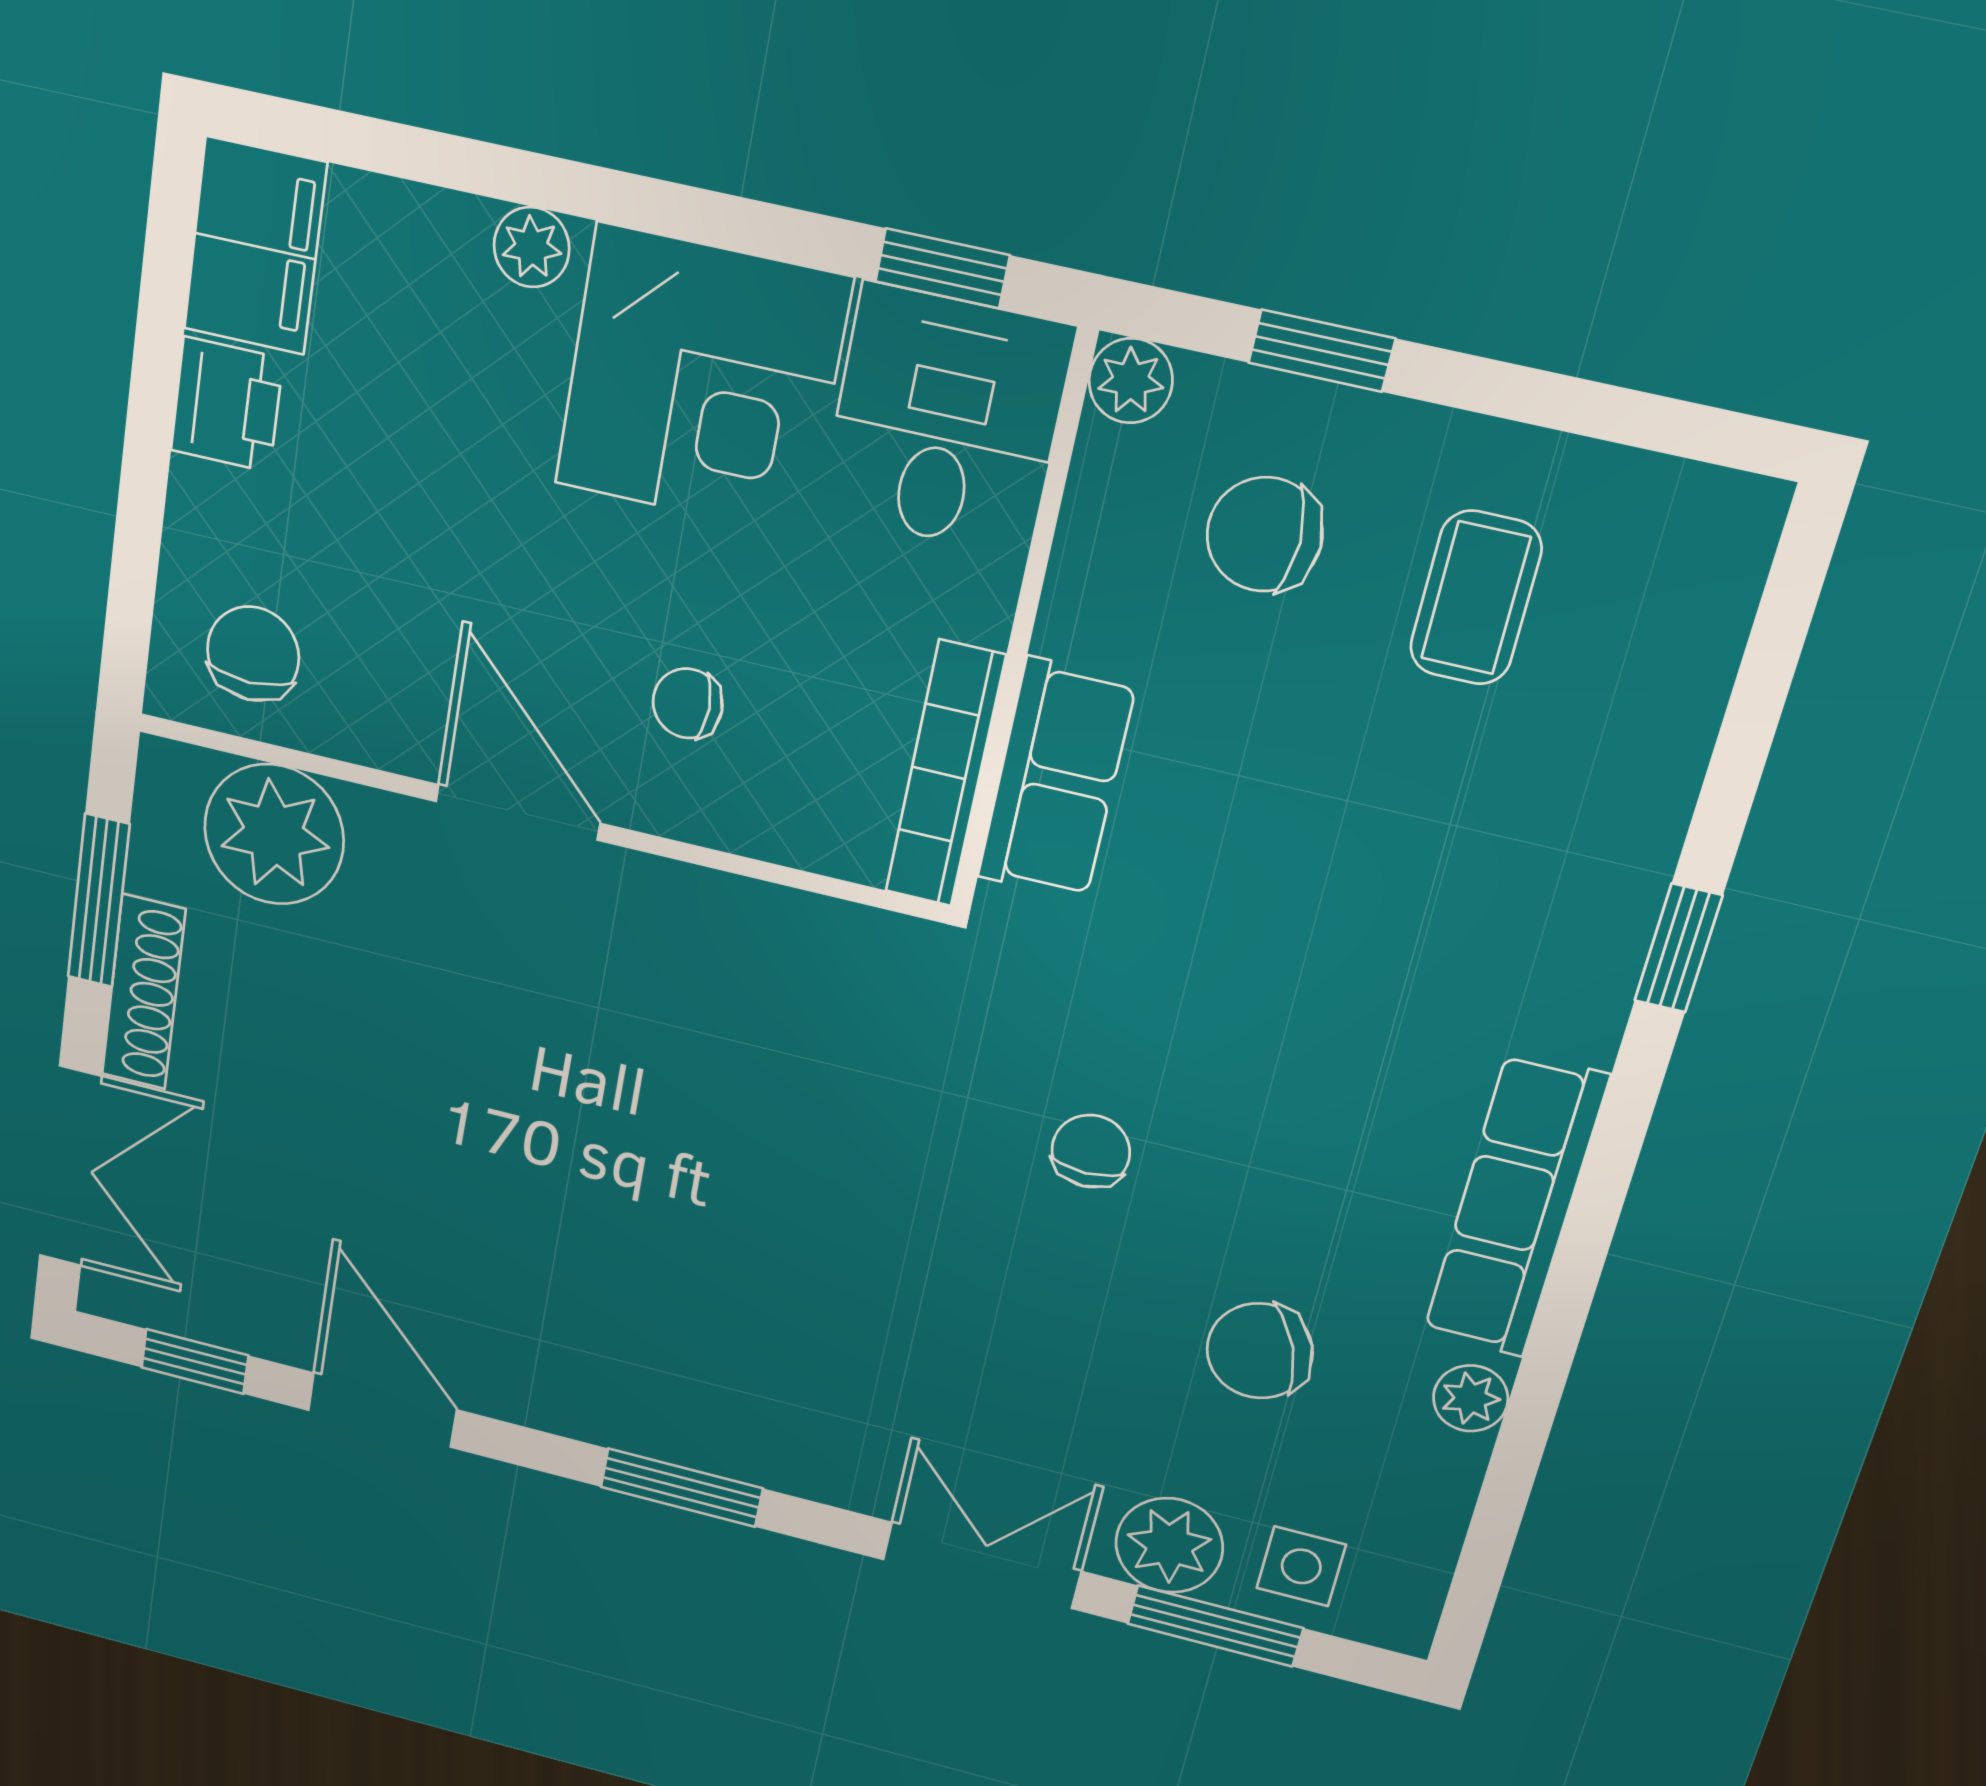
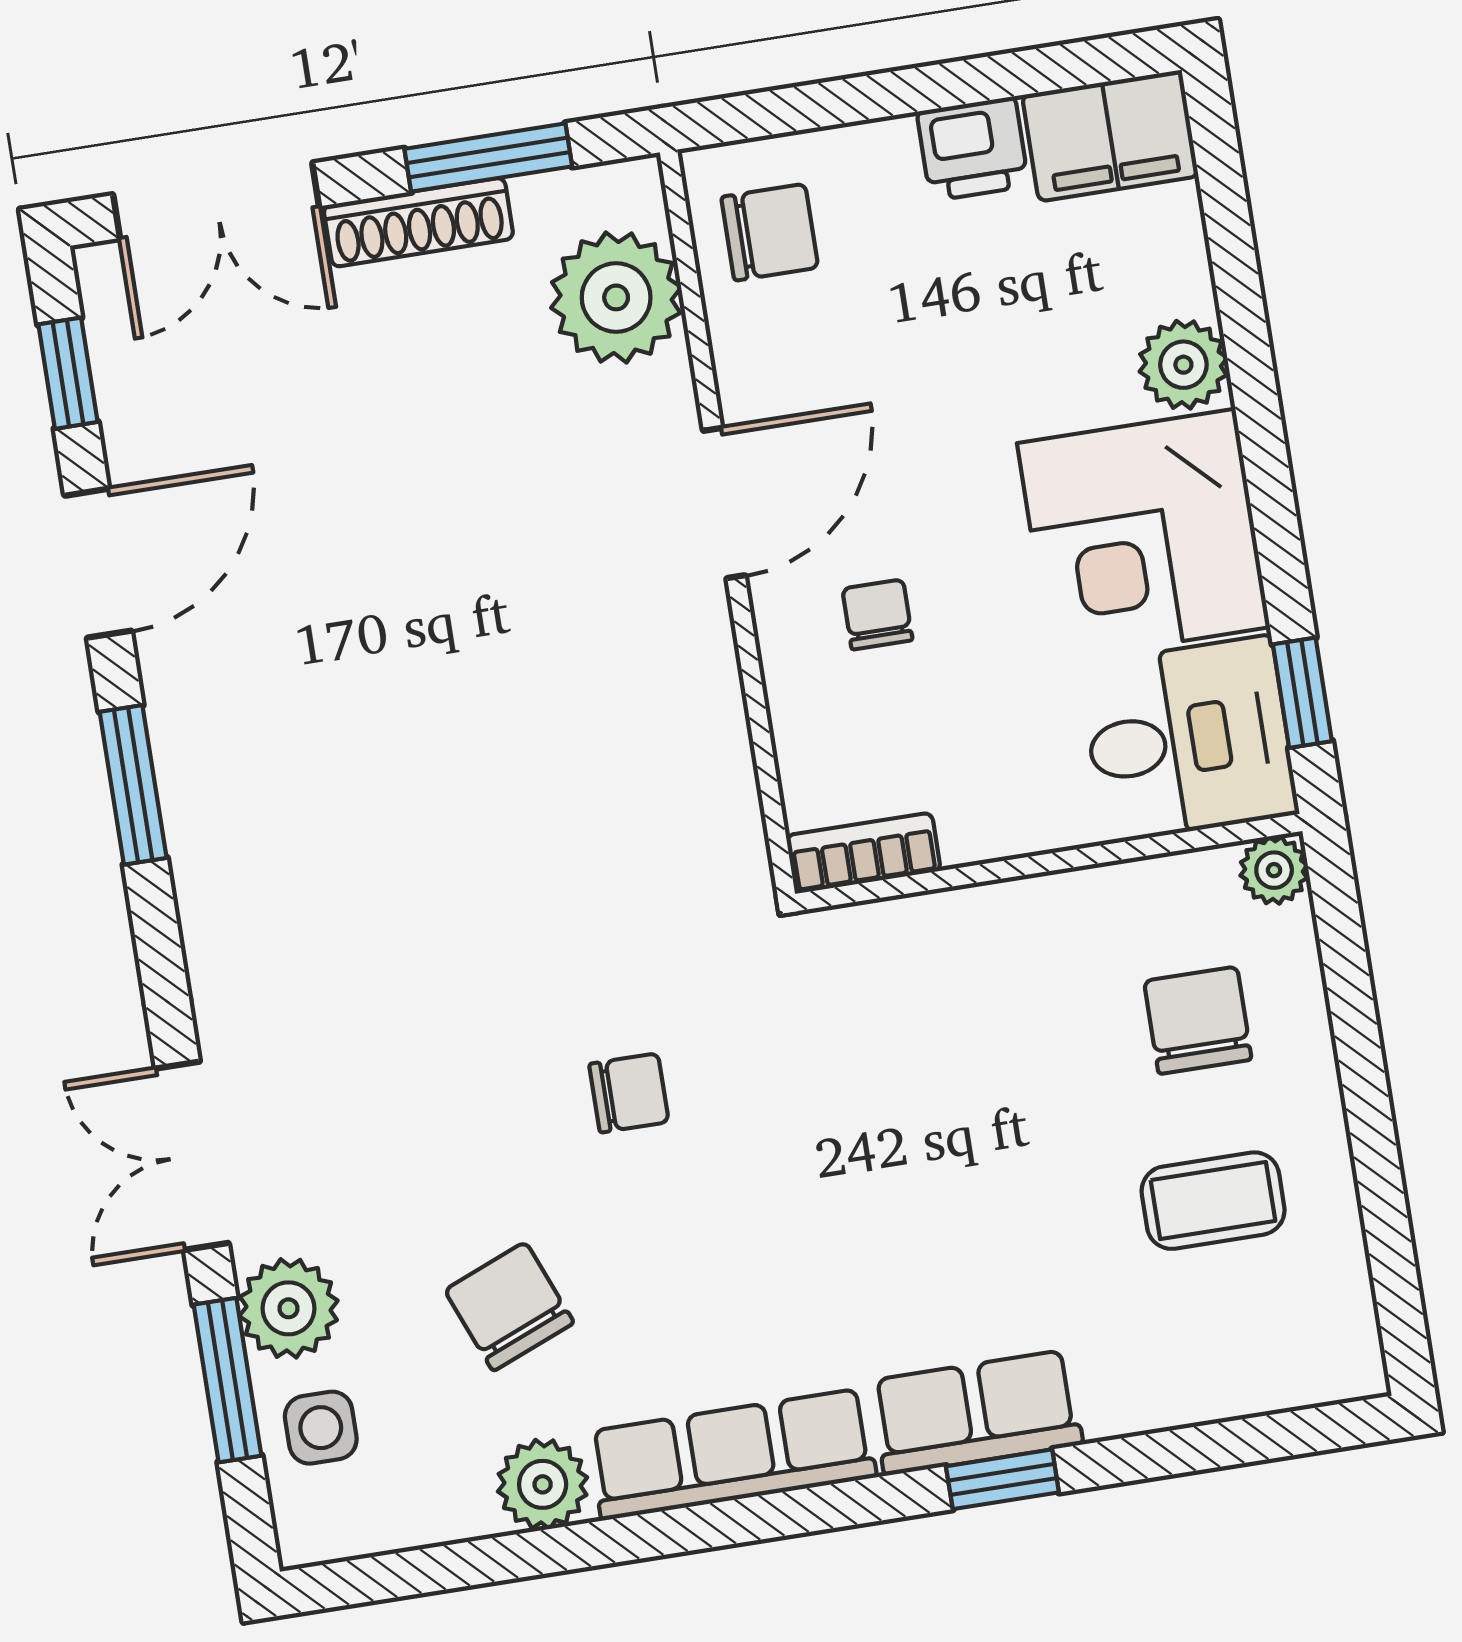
plant: (532, 247) -> (1183, 365), width x1.38, depth x1.38
window: (1322, 351) -> (1352, 1005), removed
bookcase: (945, 774) -> (863, 853), width x0.64
row of seats: (1057, 780) -> (976, 1413), moved, turned 180
plant: (1471, 1398) -> (543, 1484), width x1.38, depth x1.38
window: (682, 1488) -> (133, 785), moved
double door: (982, 1565) -> (192, 1156), swing flipped

